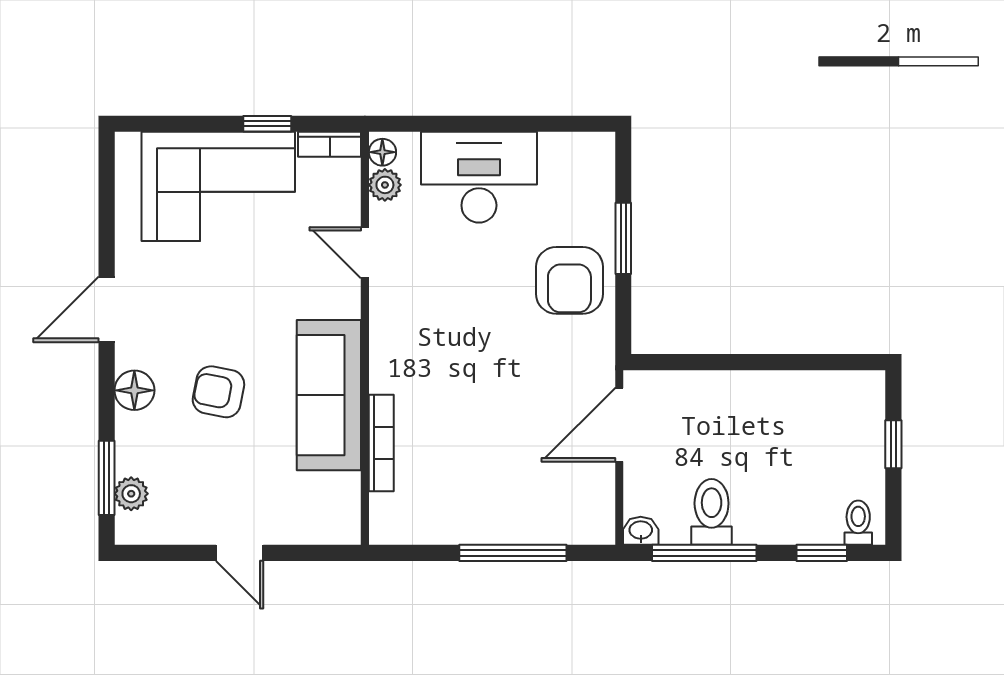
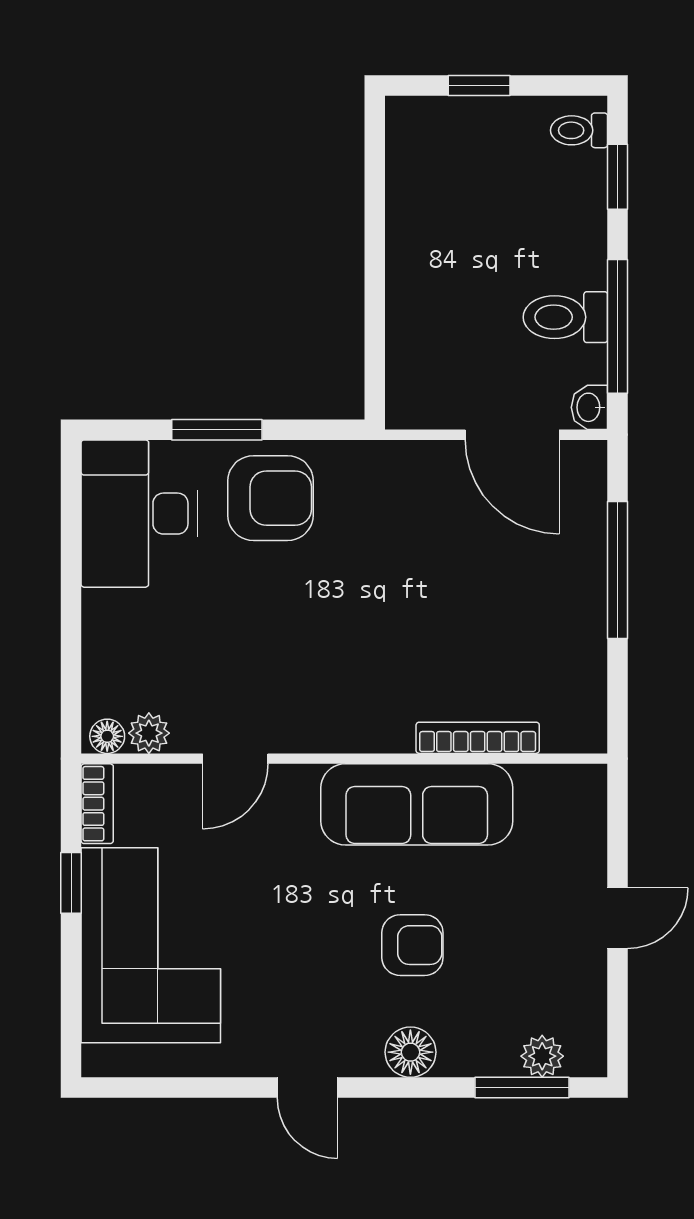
desk: (479, 177) -> (139, 514), moved
door: (107, 309) -> (307, 1088), width x0.73
armchair: (218, 392) -> (412, 945), turned -101
door: (619, 425) -> (512, 435), moved

